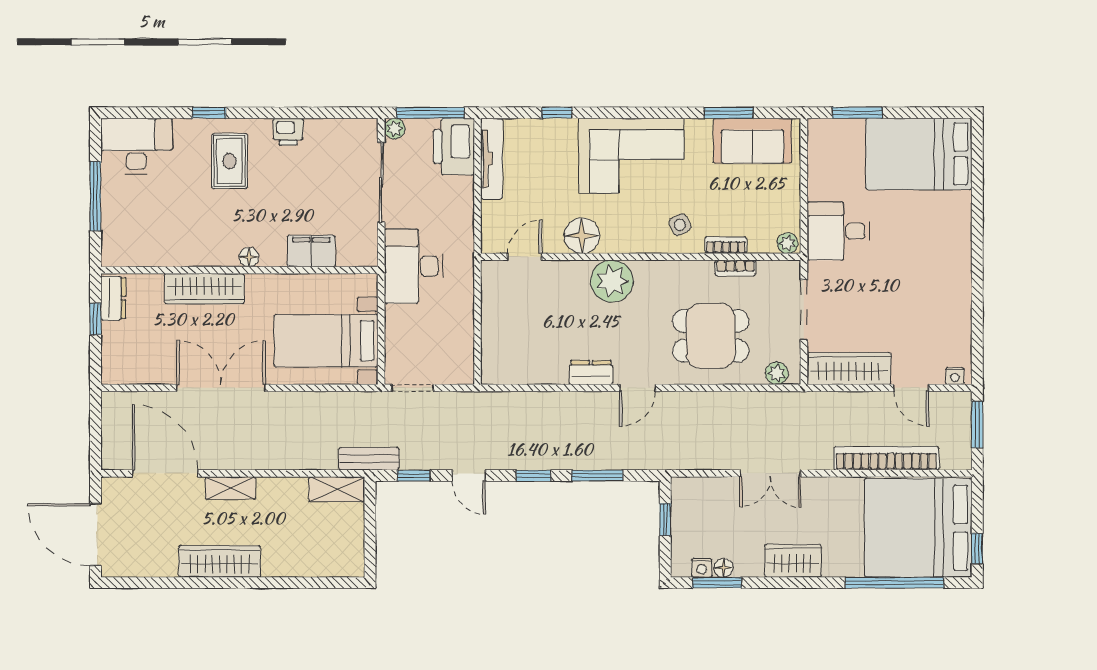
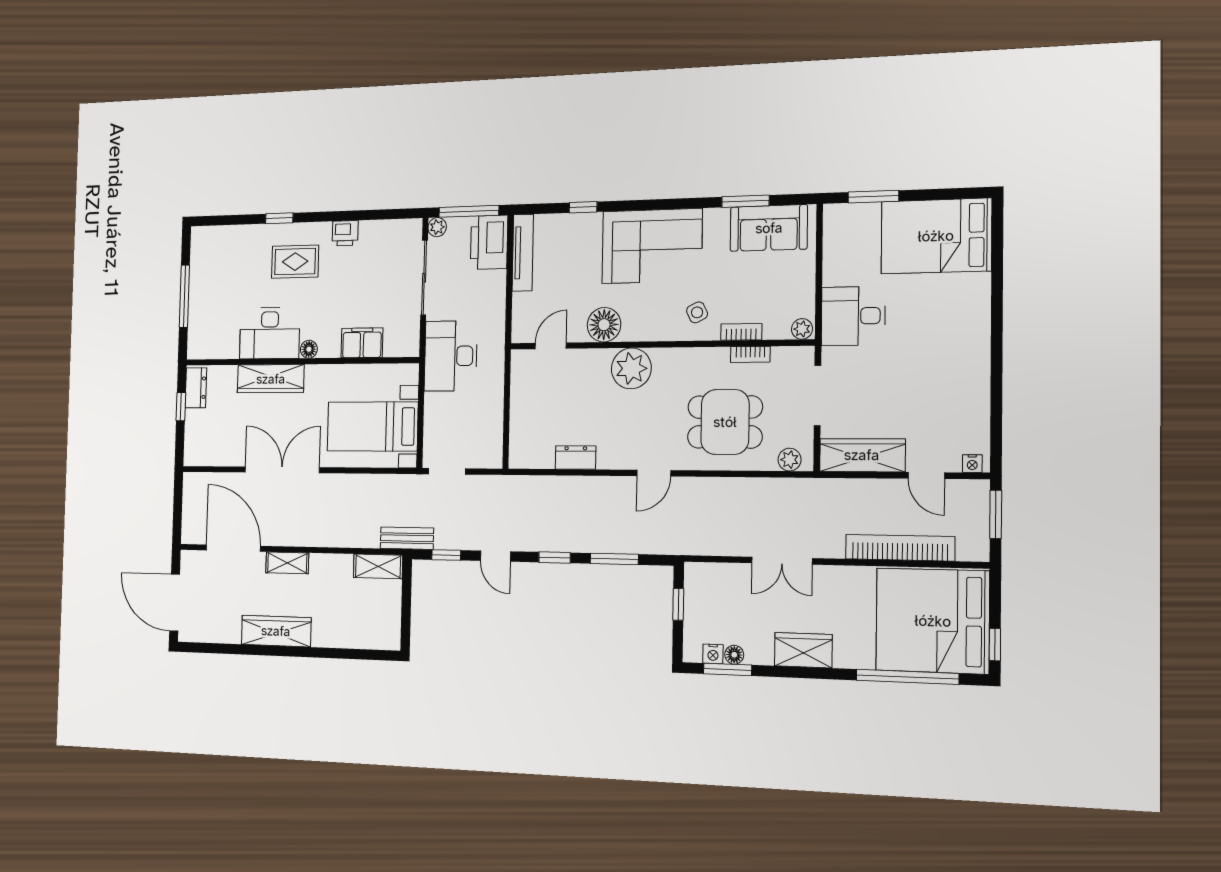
desk: (136, 146) -> (270, 333), moved, turned 180
rug: (229, 161) -> (295, 262), turned 90
dresser: (591, 372) -> (576, 457), moved

